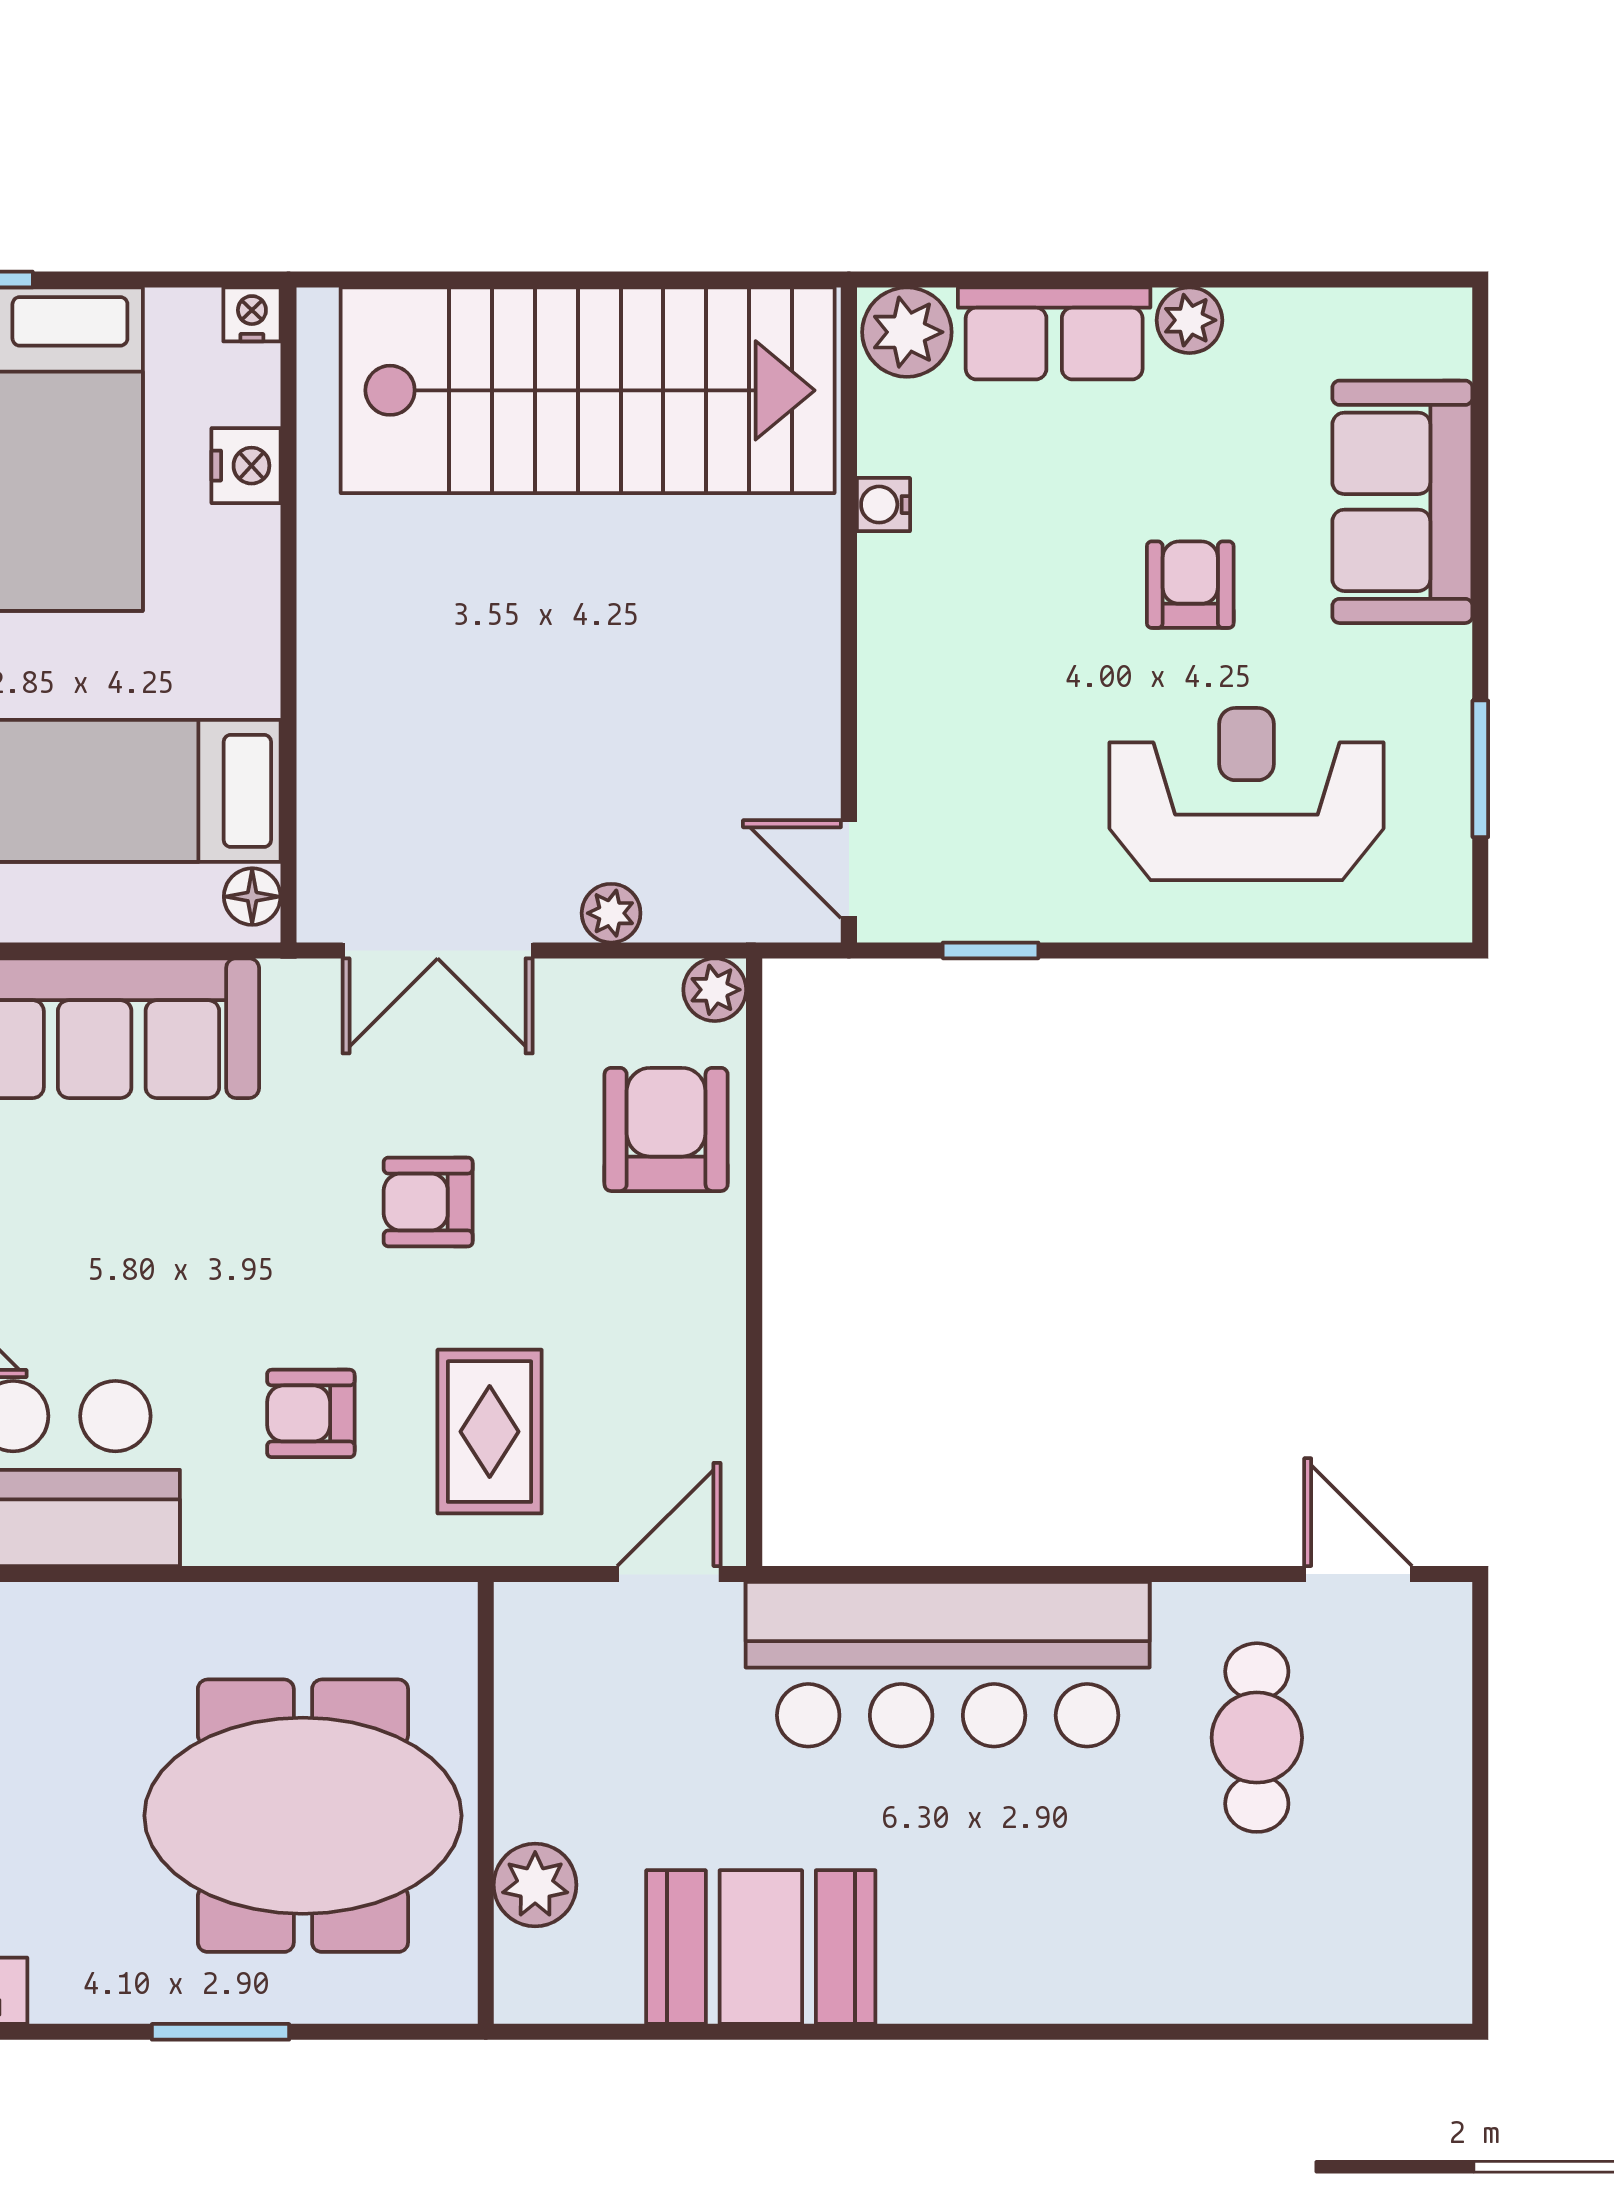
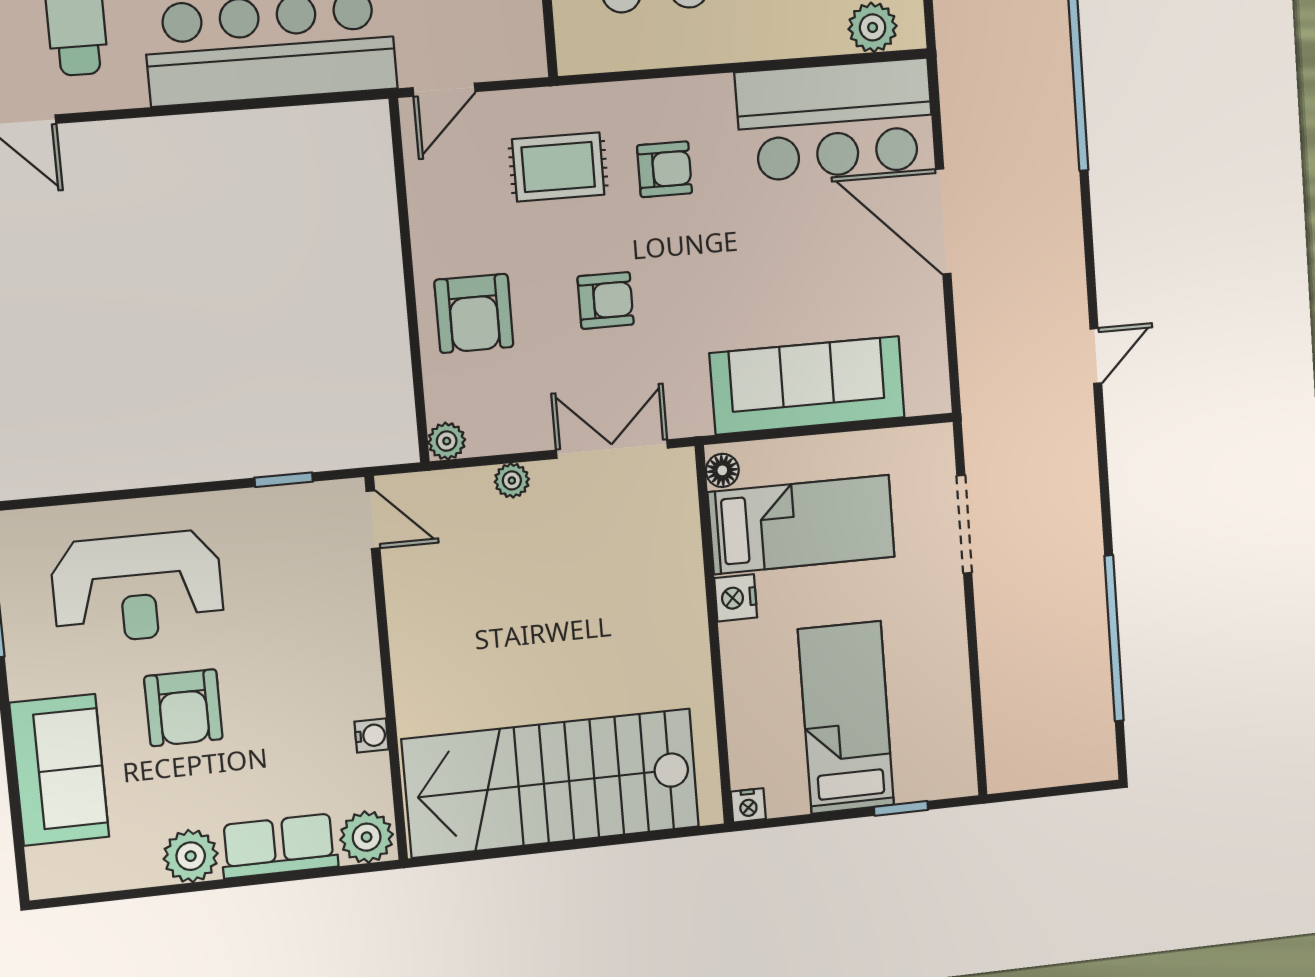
plant: (1189, 320) -> (191, 856), width x1.38, depth x1.38
nightstand: (246, 466) -> (736, 598), moved
armchair: (1190, 585) -> (183, 708), width x1.38, depth x1.38
armchair: (666, 1129) -> (474, 313), moved
rug: (490, 1432) -> (558, 167), turned 90

